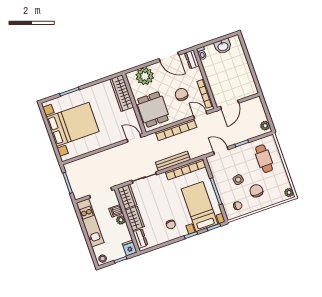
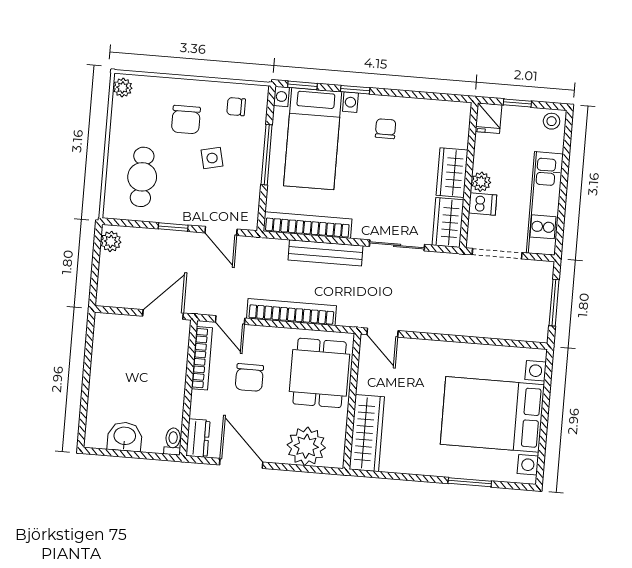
dresser: (140, 238) -> (459, 128), removed

